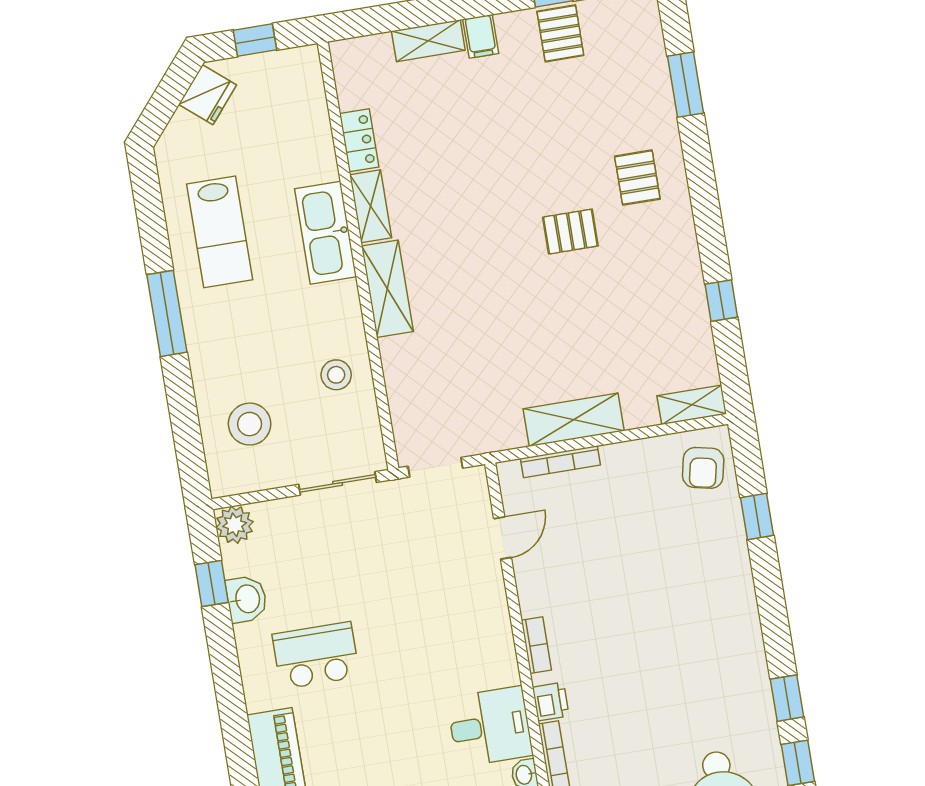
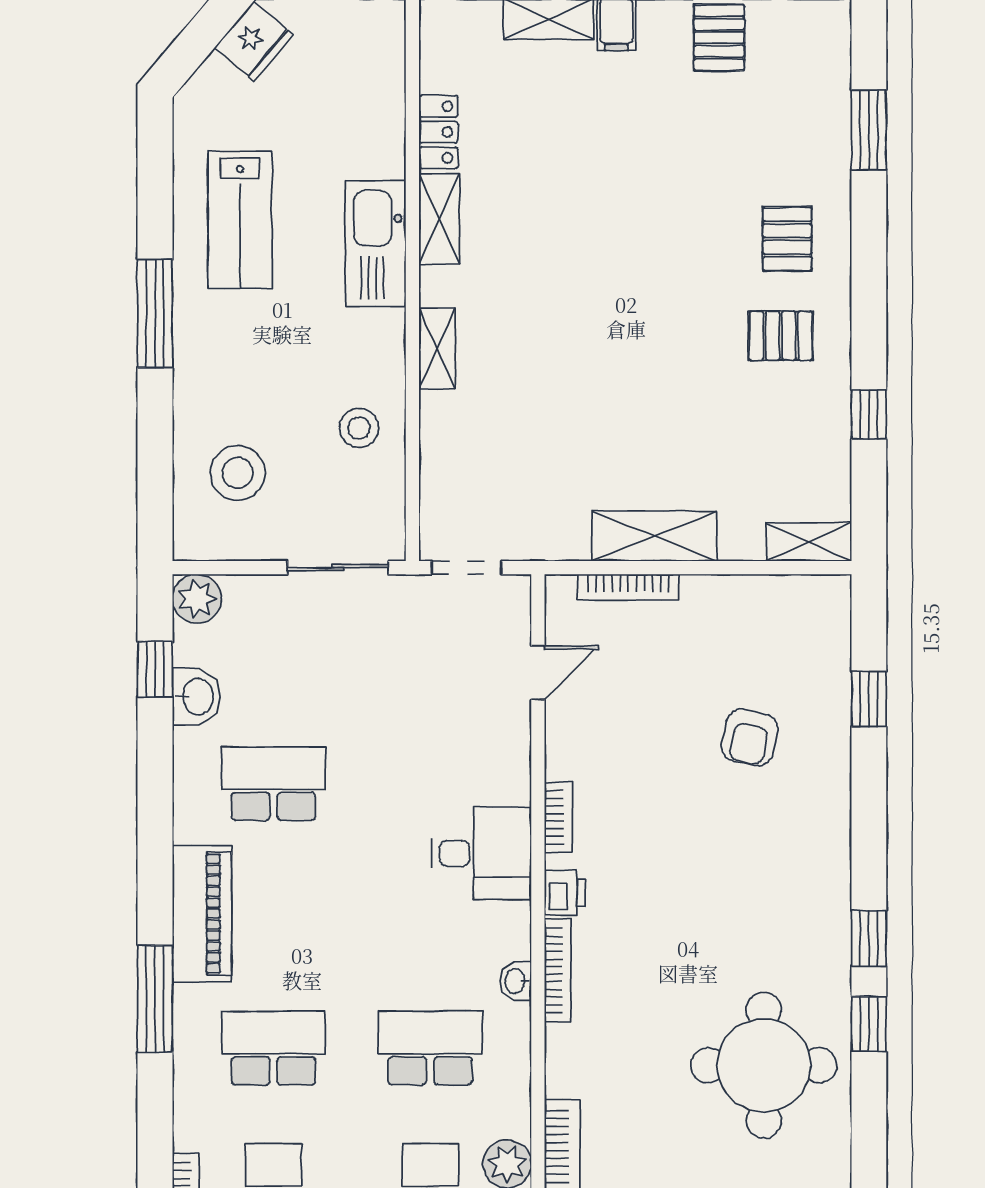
pallet: (570, 232) -> (781, 336), moved
shelving: (387, 289) -> (437, 349), width x0.67, depth x0.75
armchair: (703, 468) -> (750, 738), moved
desk: (490, 727) -> (481, 853), moved

